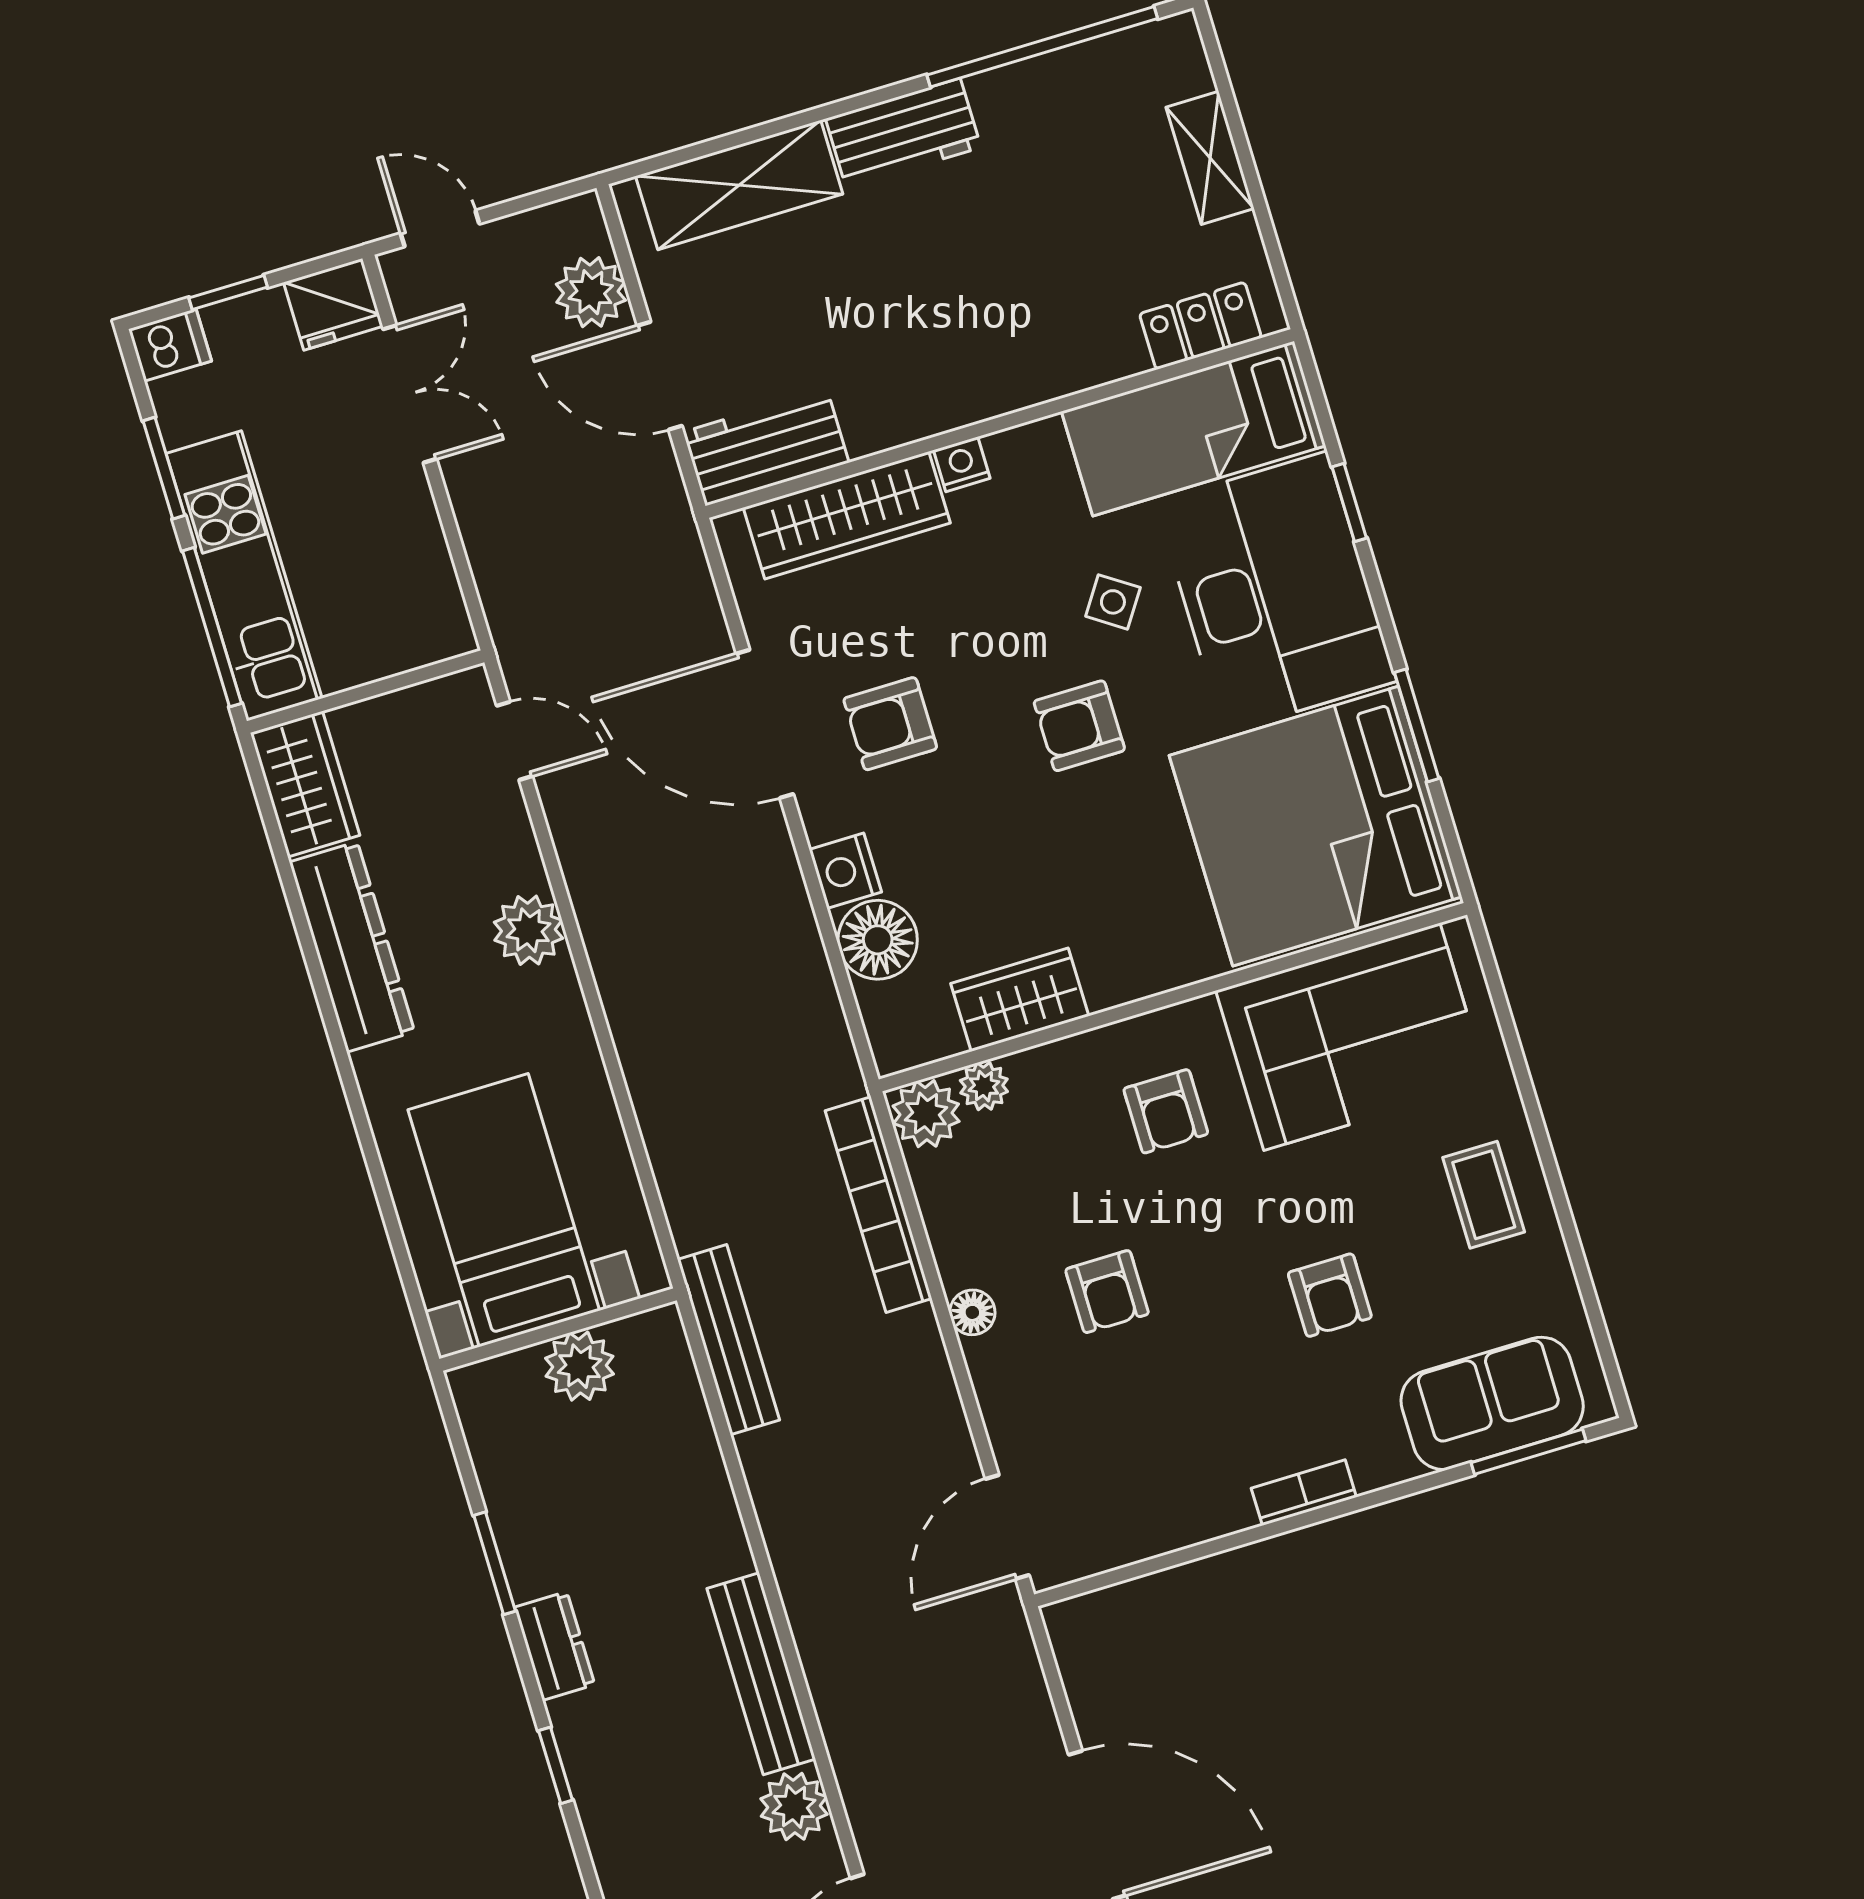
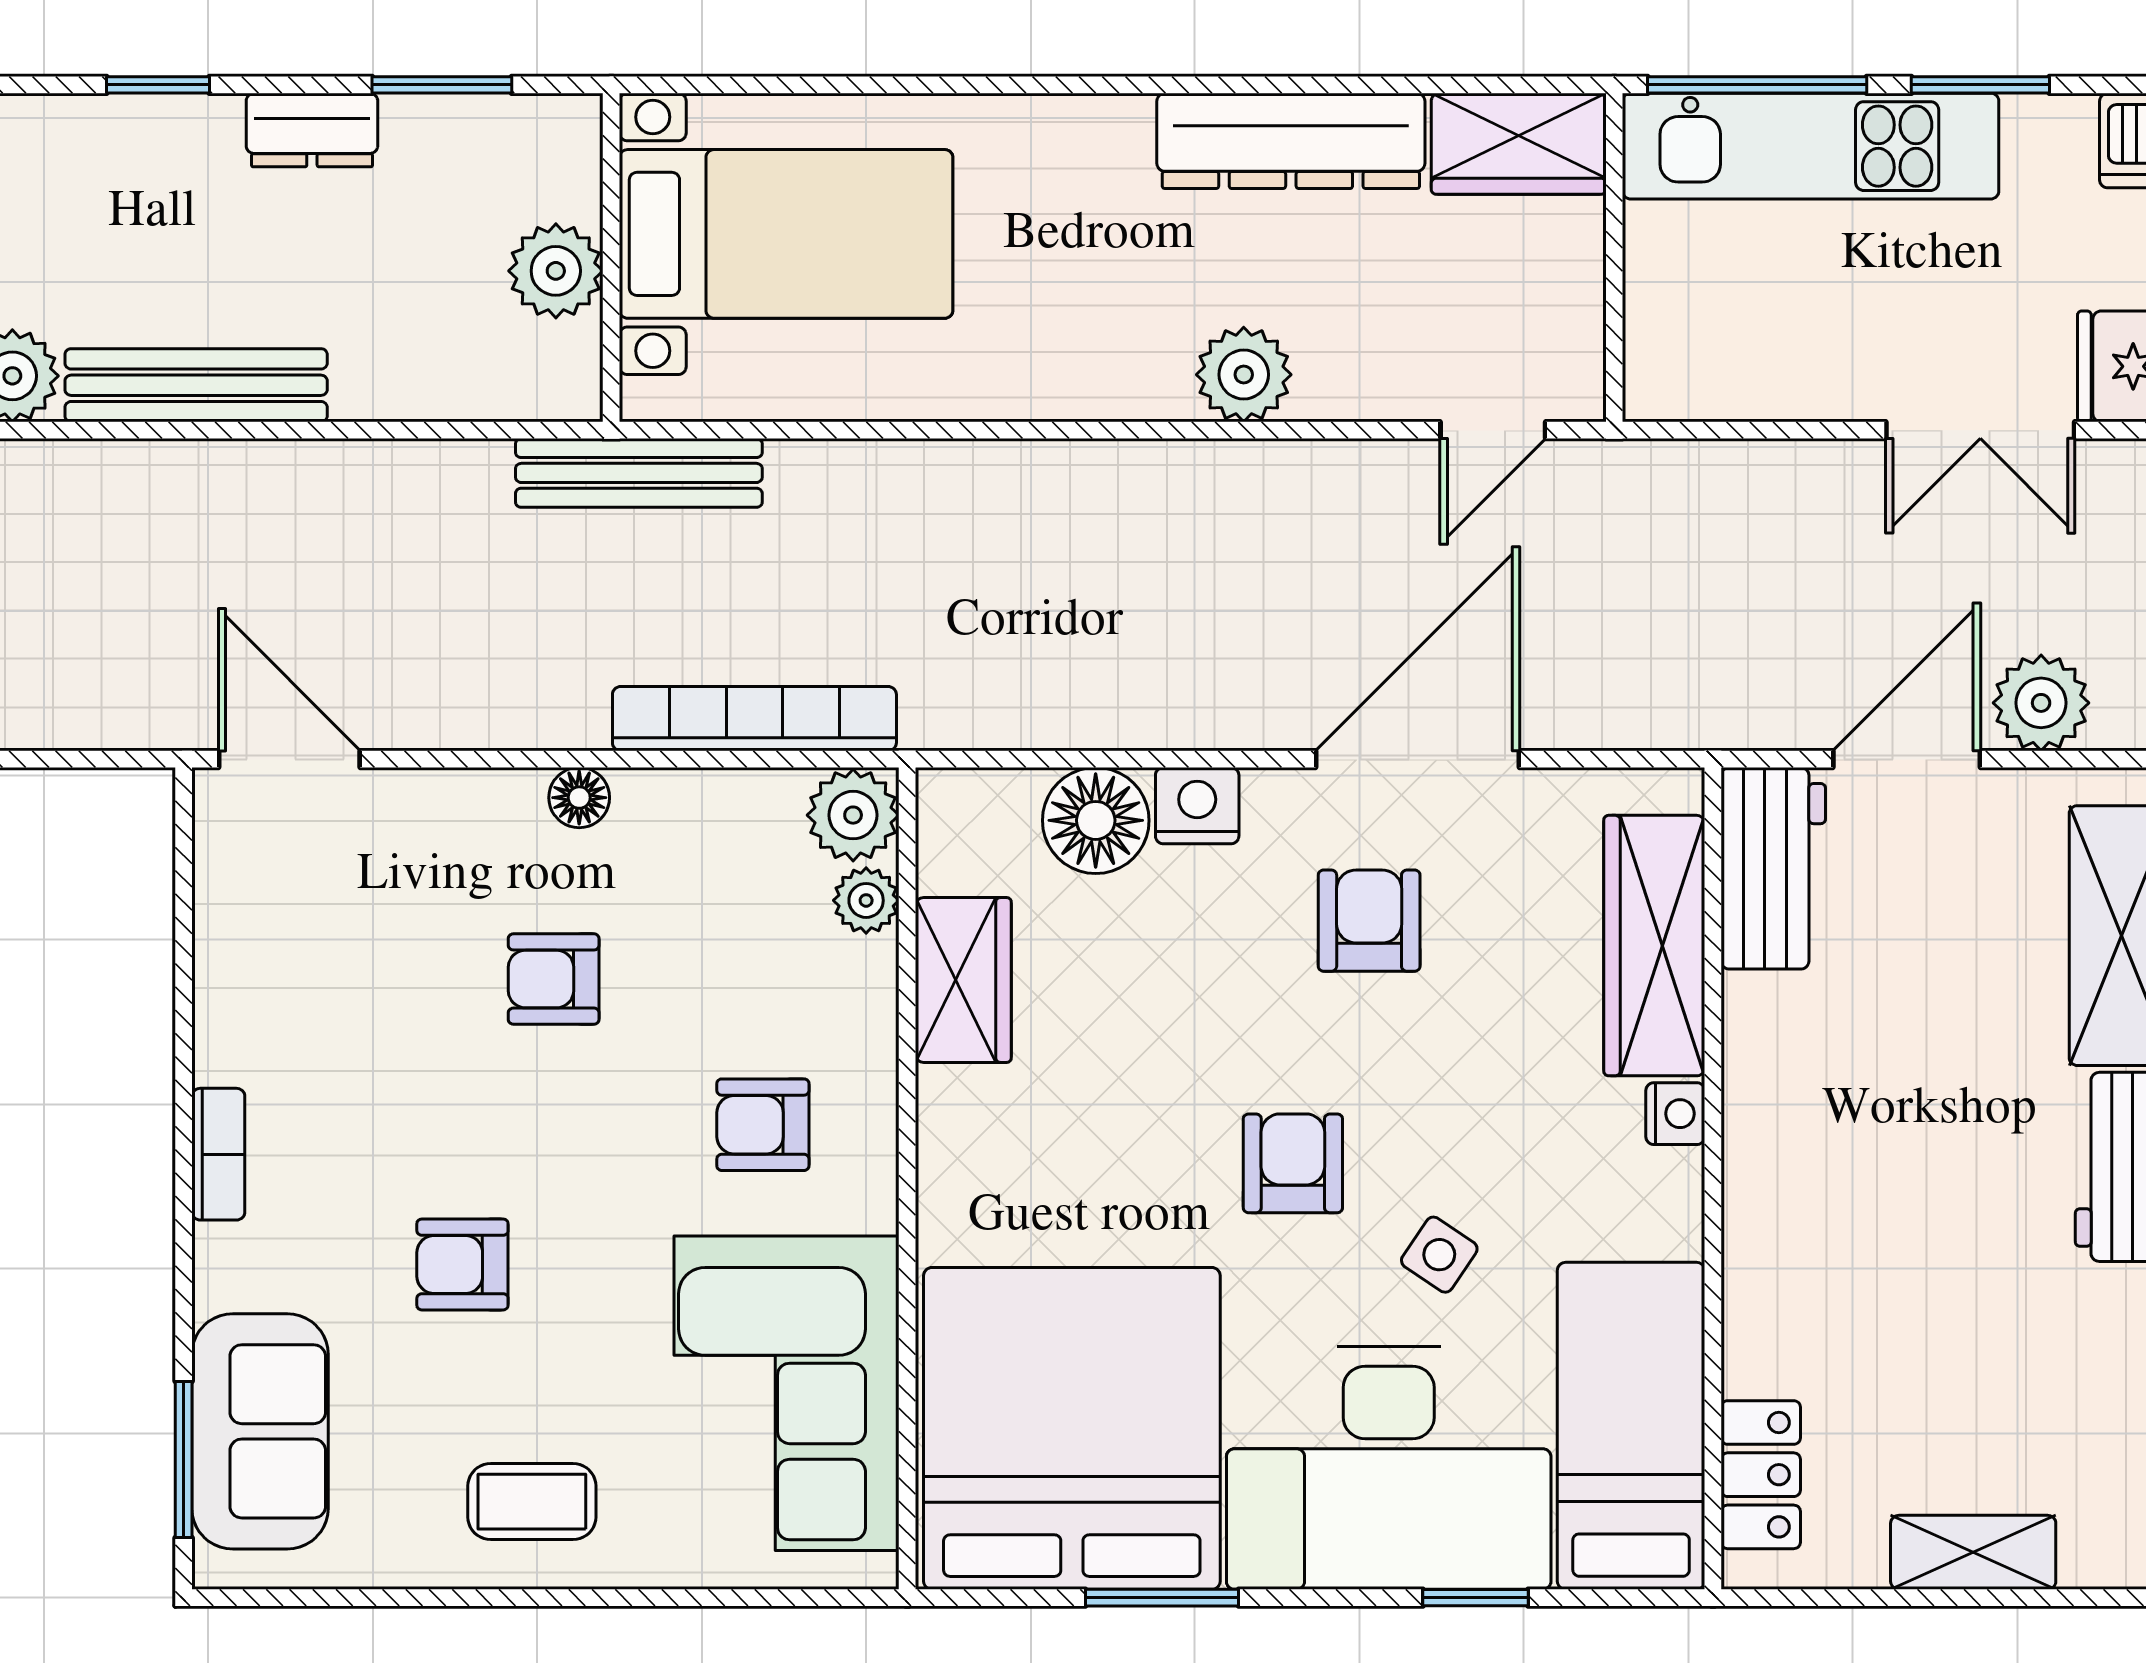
bed with nightstands: (504, 1210) -> (786, 234), moved
wall: (558, 1330) -> (611, 258), moved
plant: (580, 1366) -> (556, 271), moved

